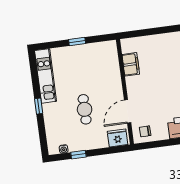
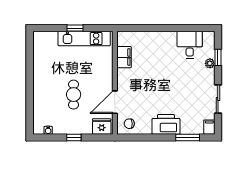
kitchen unit: (46, 76) -> (84, 39), moved, turned 90
window: (39, 106) -> (30, 86), removed
window: (78, 155) -> (74, 137), moved

